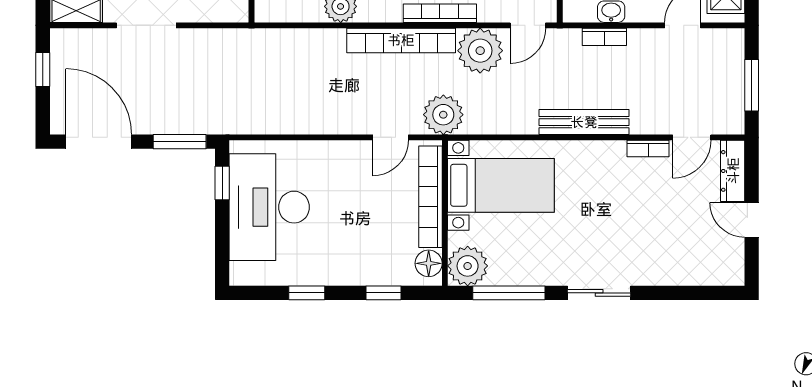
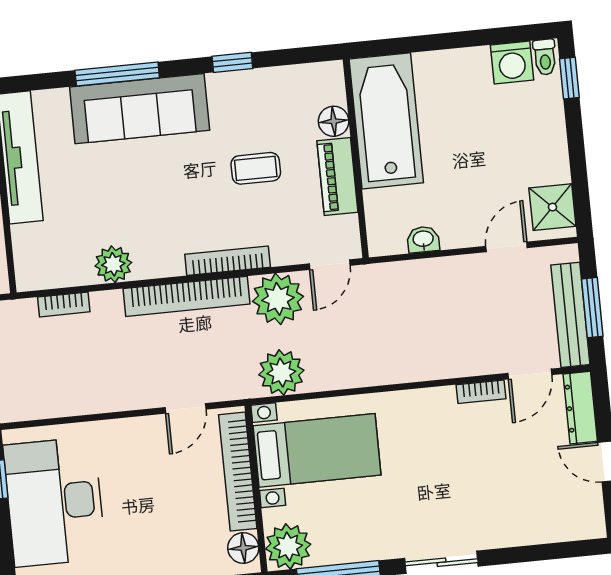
bookcase: (604, 37) -> (64, 304), moved
plant: (443, 115) -> (281, 373), moved
bench: (584, 122) -> (570, 315), moved, turned 90

